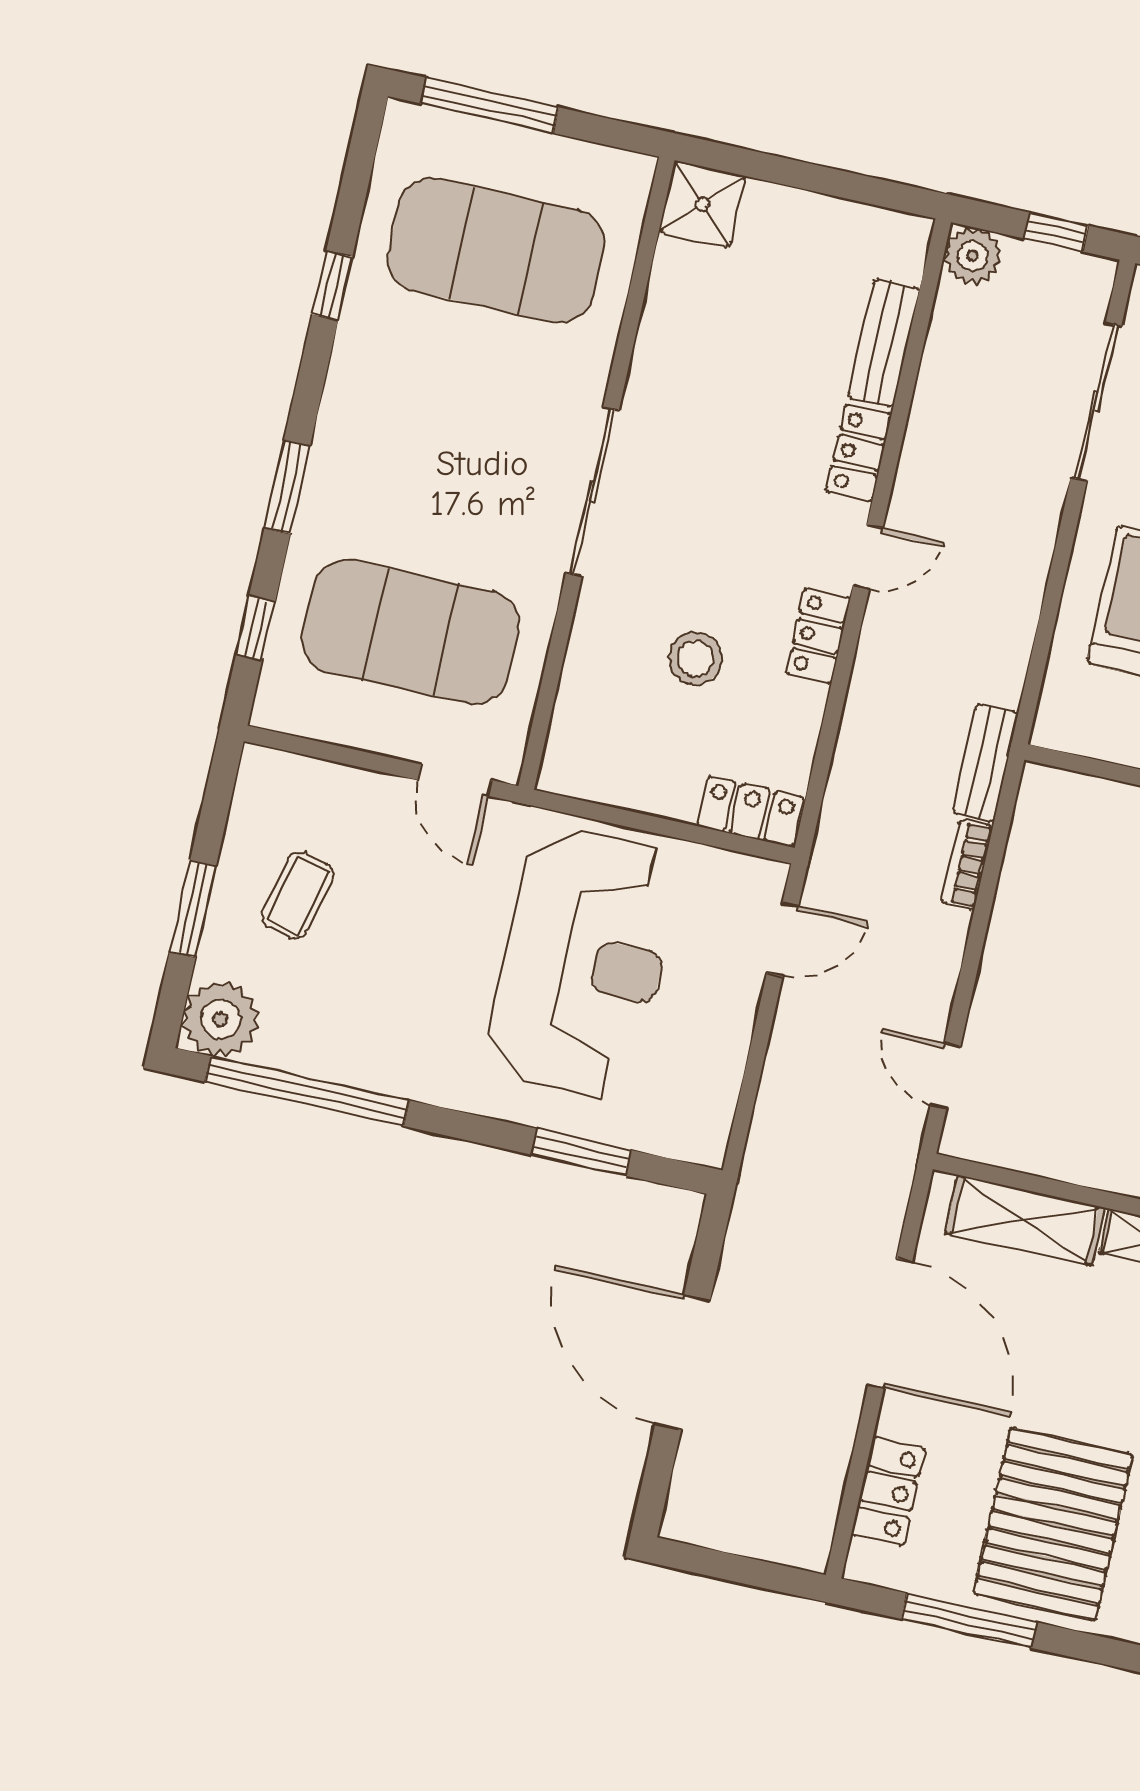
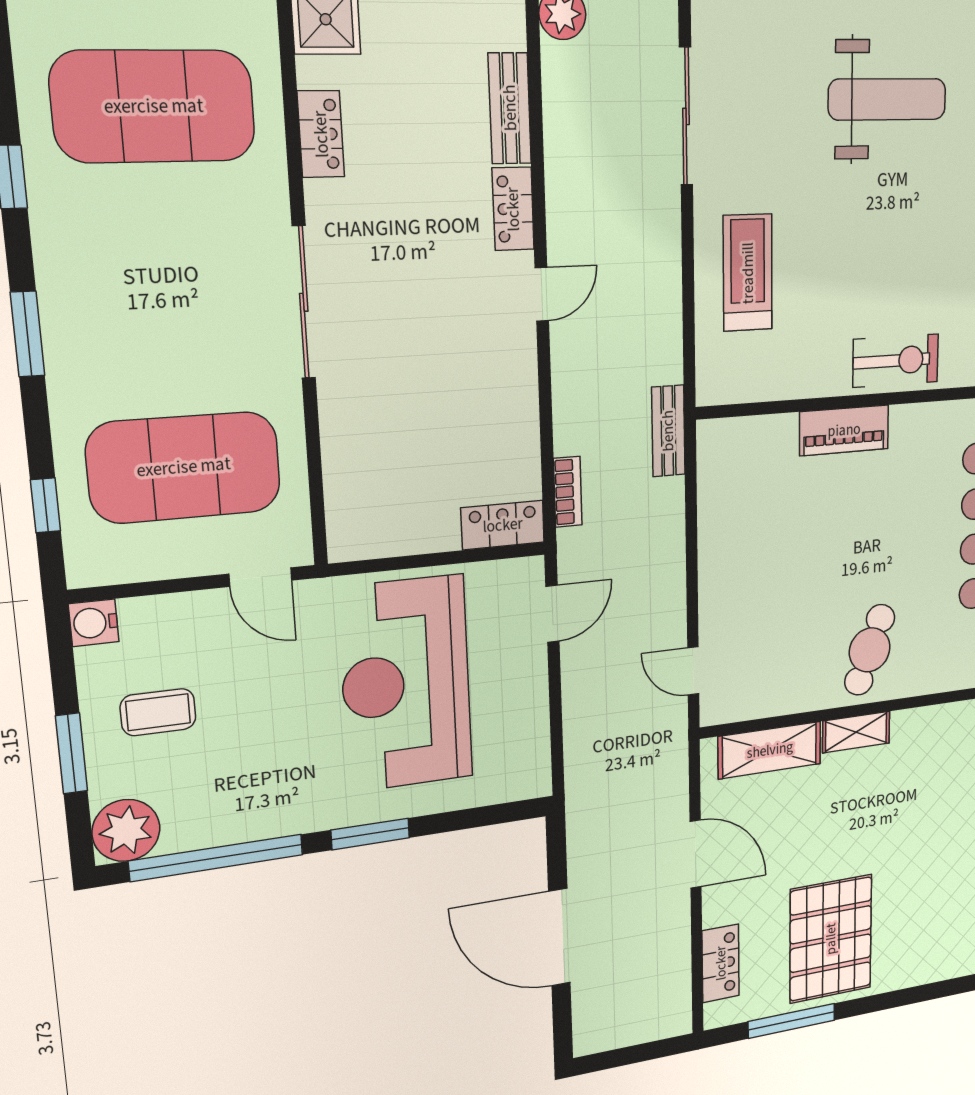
window: (287, 487) -> (27, 334), moved
locker: (818, 636) -> (321, 134), moved, turned 180
stool: (695, 658) -> (428, 418), removed
water cooler: (263, 771) -> (94, 623), added
bookcase: (967, 864) -> (568, 492), moved, turned 180
coffee table: (298, 895) -> (158, 712), turned 76
reception desk: (583, 963) -> (406, 684), turned 180
window: (581, 1152) -> (370, 834), moved
door: (890, 1323) -> (696, 854), width x0.73

